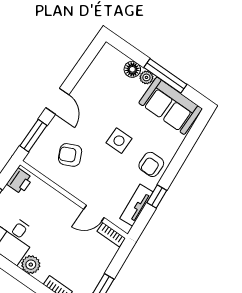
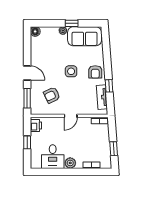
floor lamp: (132, 69) -> (35, 31), moved
window: (165, 76) -> (72, 23), width x0.46
door: (94, 213) -> (71, 116), moved

